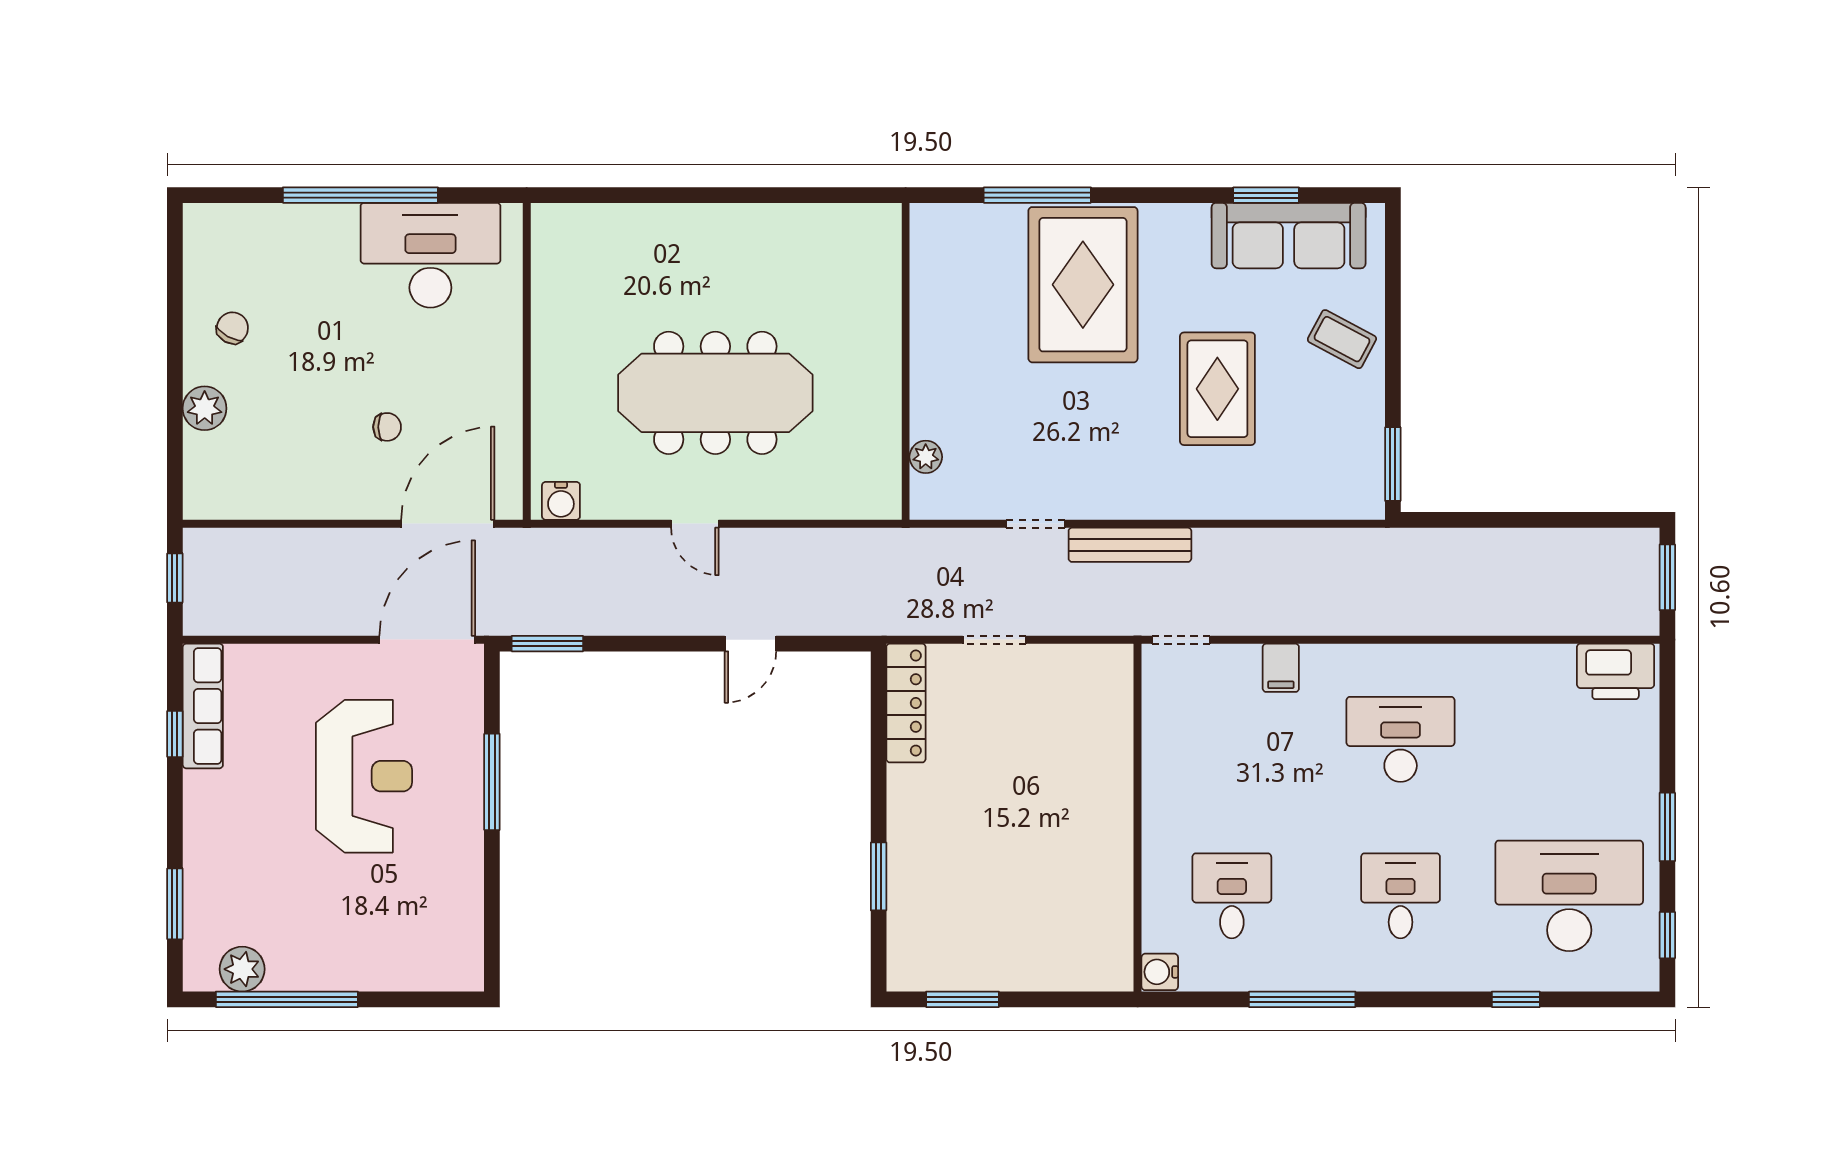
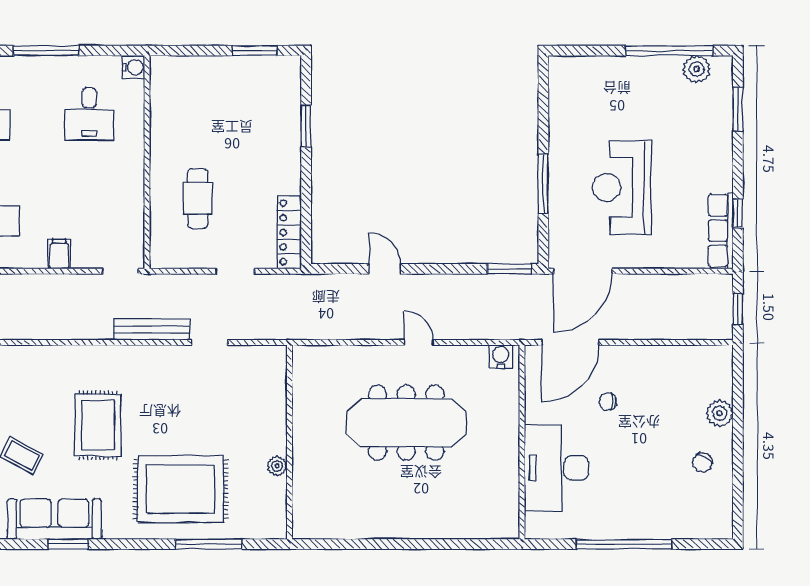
desk: (430, 255) -> (556, 468), moved, turned 90
rug: (1083, 285) -> (181, 489), turned 90
plant: (926, 457) -> (277, 466), moved
door: (750, 644) -> (385, 269), hinge flipped
cafe table: (1055, 758) -> (198, 198), added

